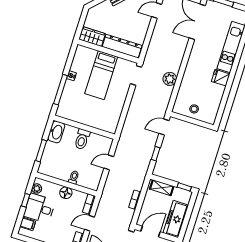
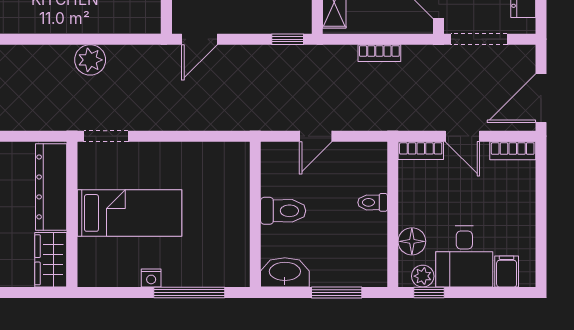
door: (164, 127) -> (200, 39), hinge flipped
window: (156, 154) -> (288, 39), moved
door: (109, 162) -> (316, 136), hinge flipped
floor lamp: (66, 193) -> (412, 241), moved
window: (26, 200) -> (429, 293), moved

